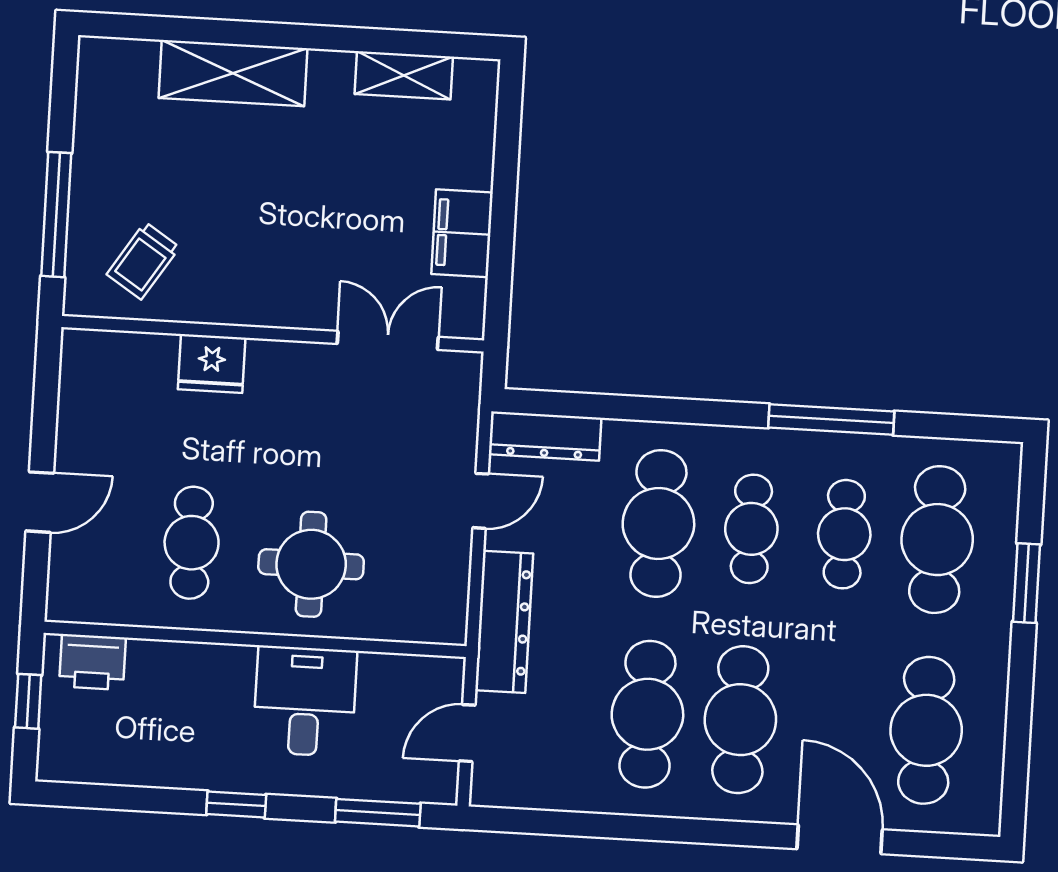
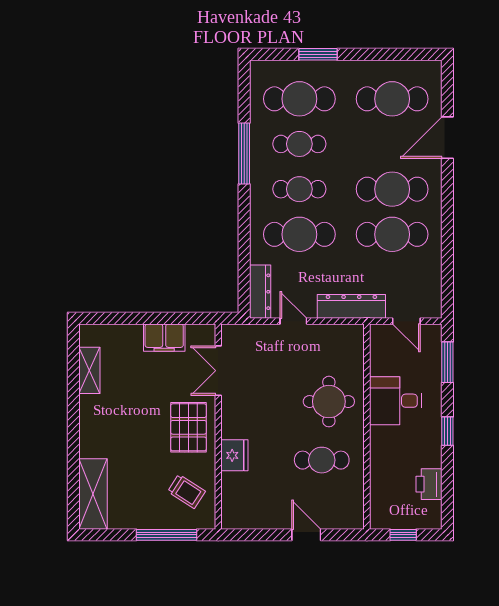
shelving: (233, 73) -> (93, 494), moved
pallet: (275, 273) -> (189, 427), added
printer: (92, 662) -> (429, 484), moved, turned 180

